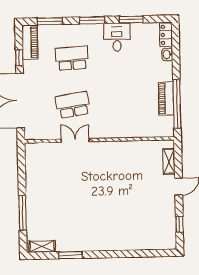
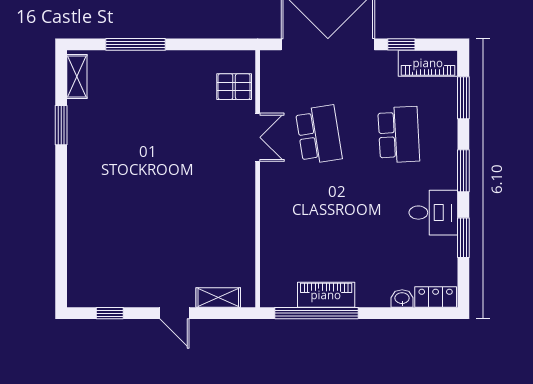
pallet: (46, 155) -> (234, 87), added

